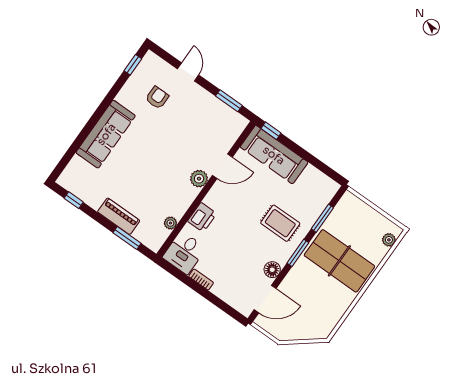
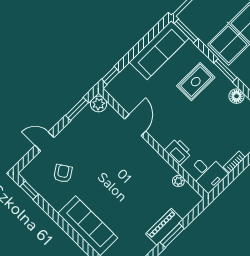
armchair: (157, 98) -> (63, 173), turned 56
sofa: (274, 155) -> (159, 50), moved
plant: (199, 179) -> (99, 104), moved
window: (322, 218) -> (186, 31), moved
window: (127, 238) -> (172, 235), moved

